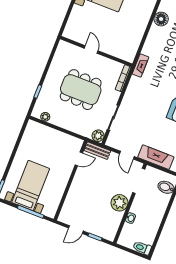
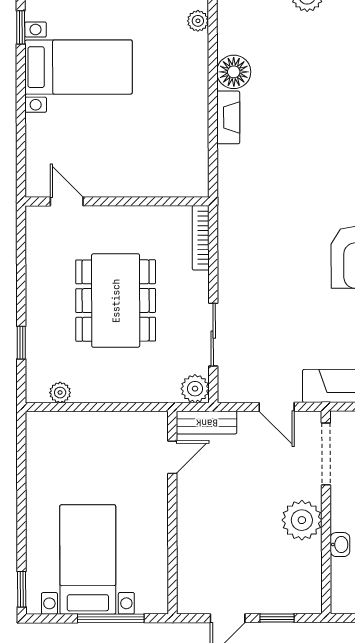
door: (91, 49) -> (67, 201), moved
fireplace: (141, 65) -> (228, 117), moved
dining table: (81, 90) -> (116, 301), turned 90

